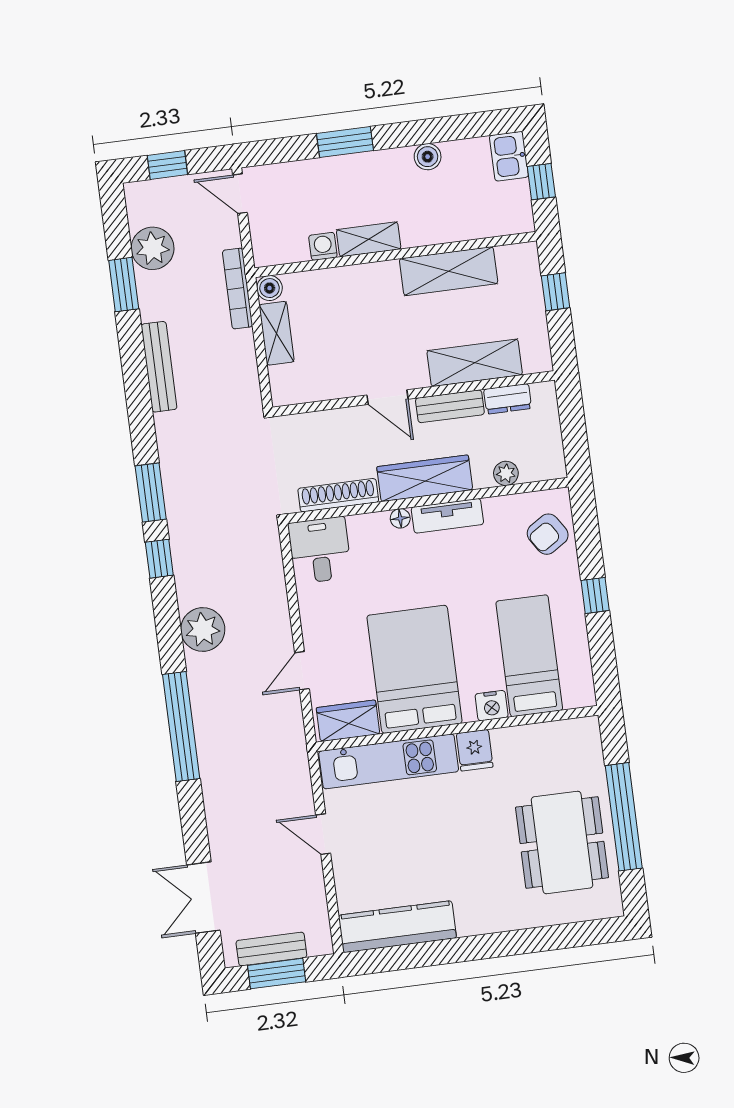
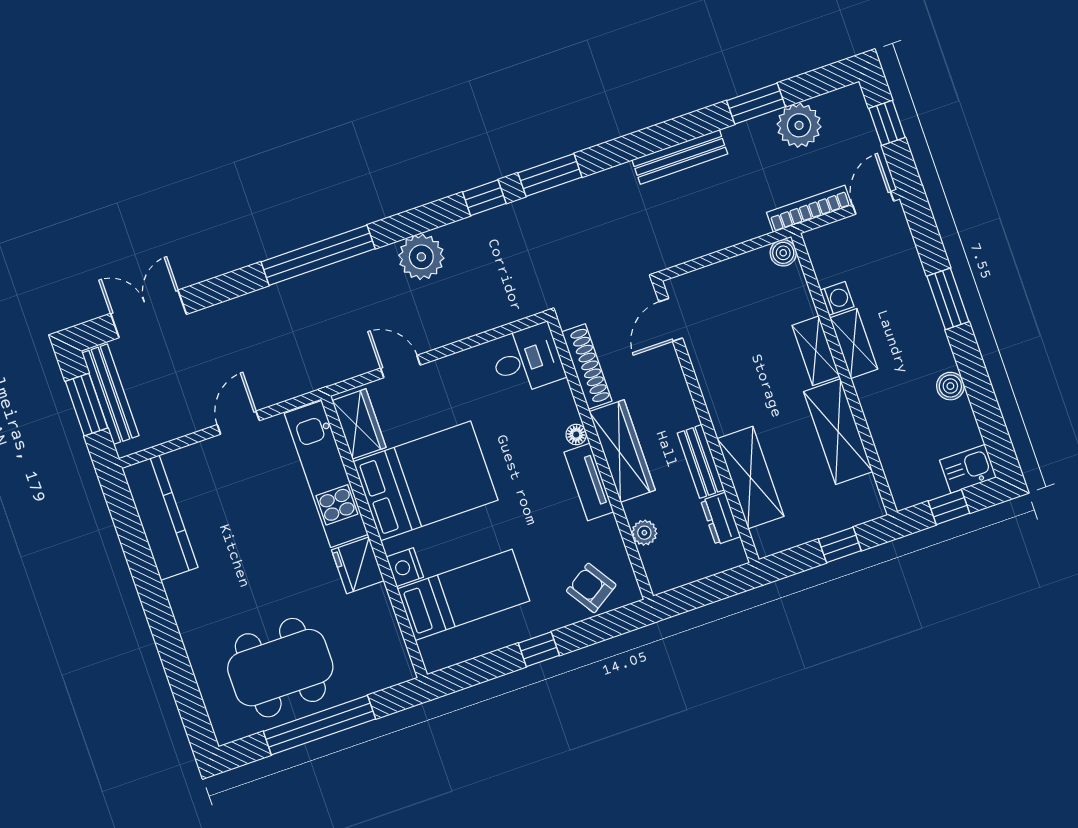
bookcase: (237, 289) -> (809, 209), moved
shelving: (277, 333) -> (816, 351), moved, turned 90
door: (387, 397) -> (671, 320), moved
fridge: (475, 750) -> (358, 565), width x1.38
bench: (271, 949) -> (110, 394), width x1.36

